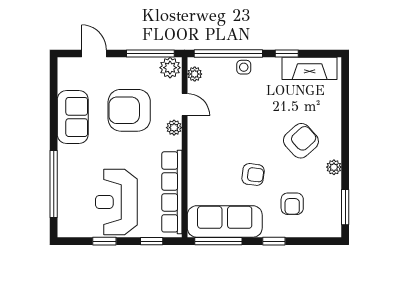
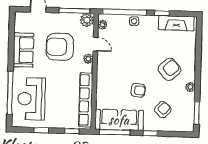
reception desk: (116, 202) -> (31, 99), moved
armchair: (292, 204) -> (163, 110), turned -138

